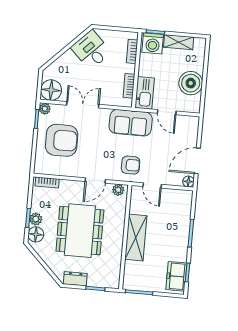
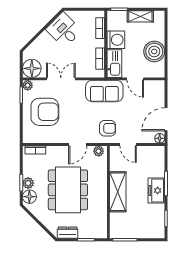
washing machine: (153, 43) -> (116, 40), moved, turned -90
freezer: (176, 276) -> (156, 190), moved

